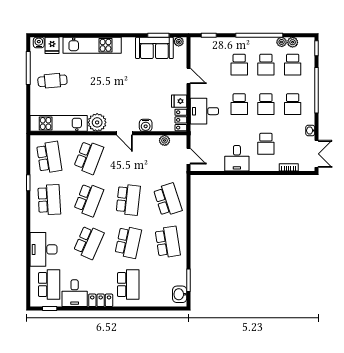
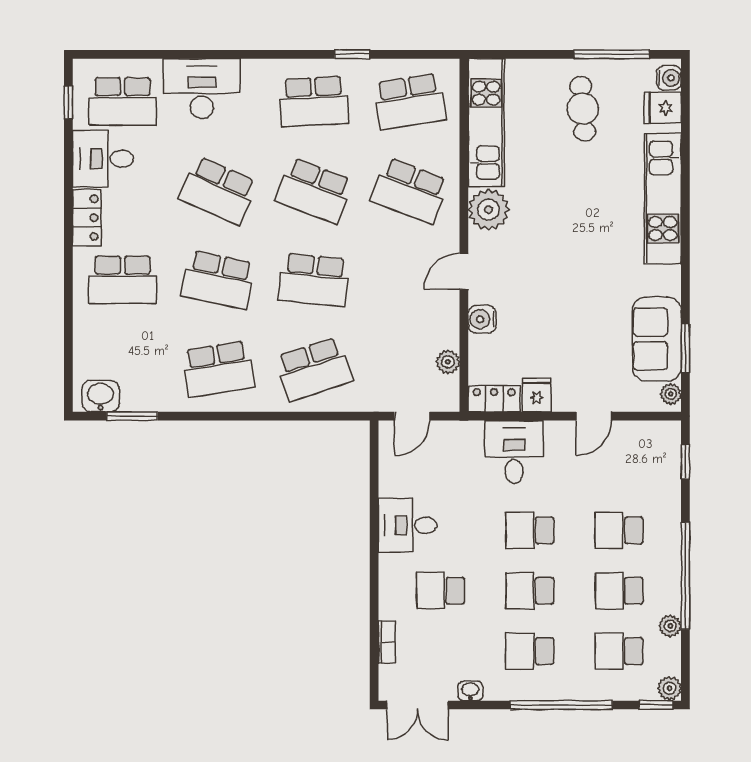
plant: (293, 42) -> (670, 688), moved

